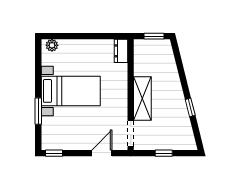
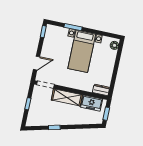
freezer: (143, 61) -> (92, 103), added
door: (102, 153) -> (37, 63), hinge flipped

